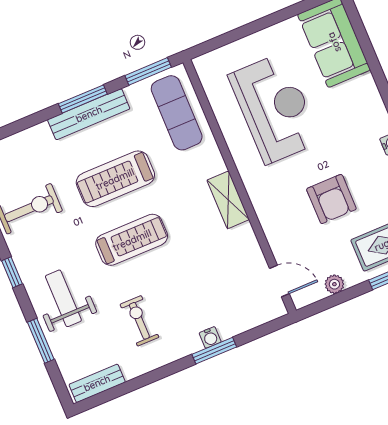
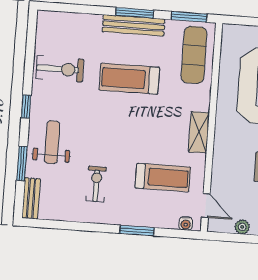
treadmill: (132, 240) -> (163, 178), moved
water cooler: (210, 337) -> (186, 224), moved
bench: (97, 383) -> (31, 198), moved, turned 90

